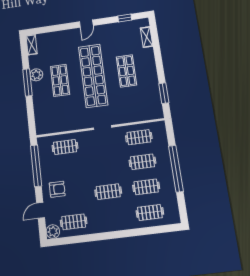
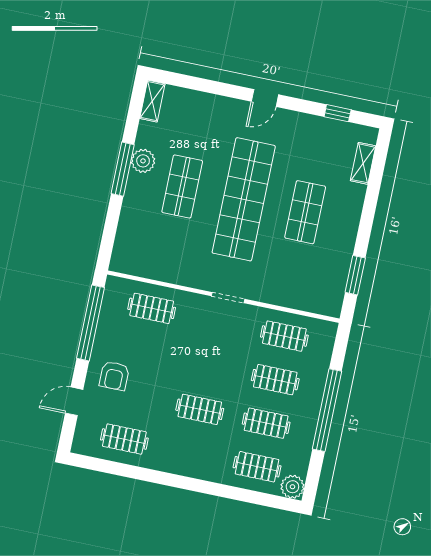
armchair: (57, 189) -> (114, 376), turned 90
plant: (53, 232) -> (292, 487), moved

